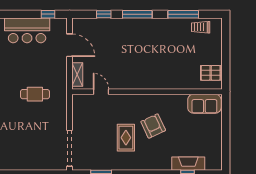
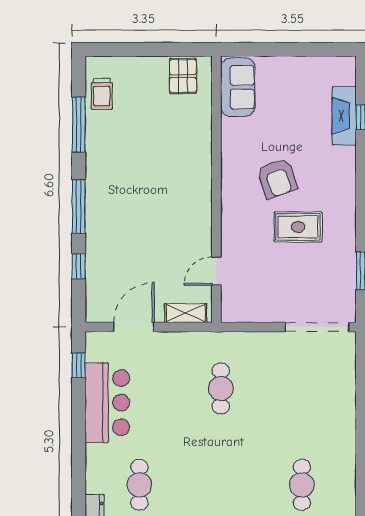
armchair: (153, 126) -> (277, 178), turned -84

